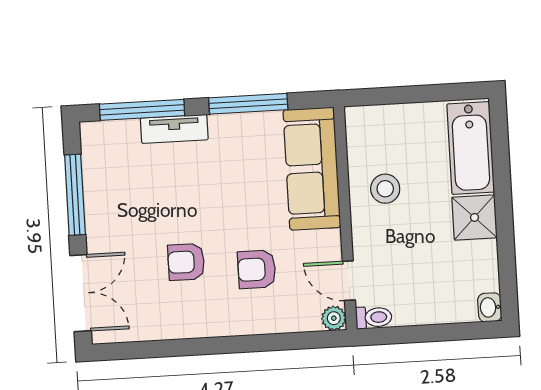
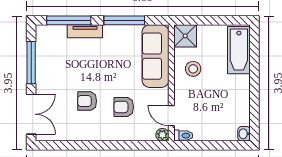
shower: (474, 217) -> (185, 36), moved

